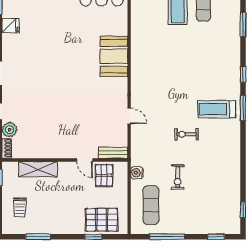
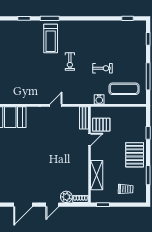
pallet: (102, 220) -> (135, 155), moved

